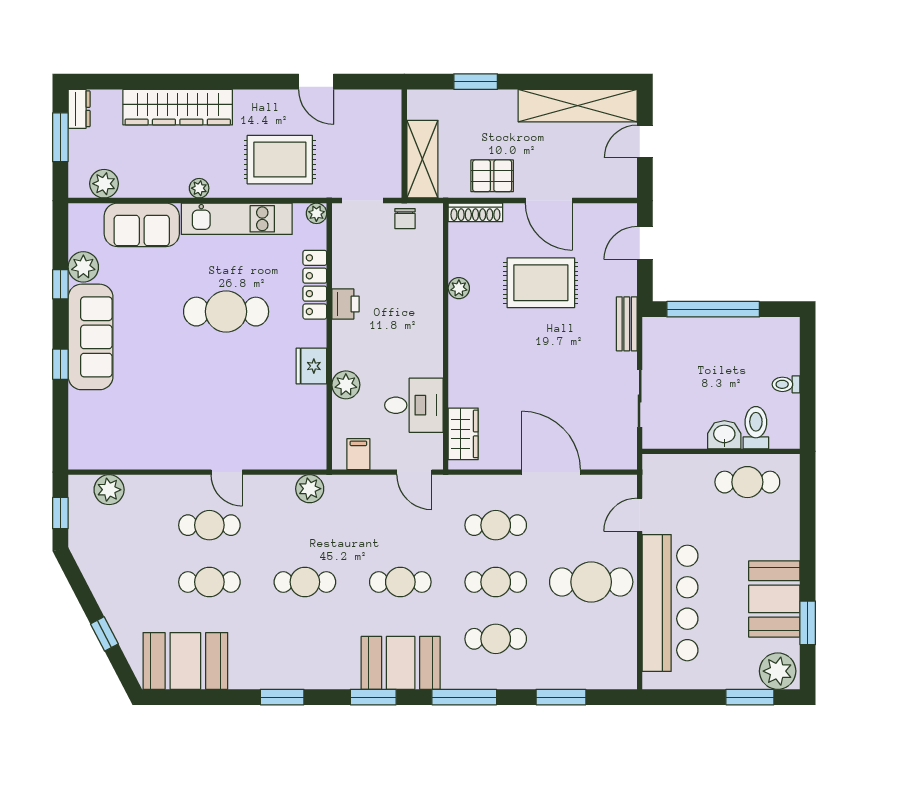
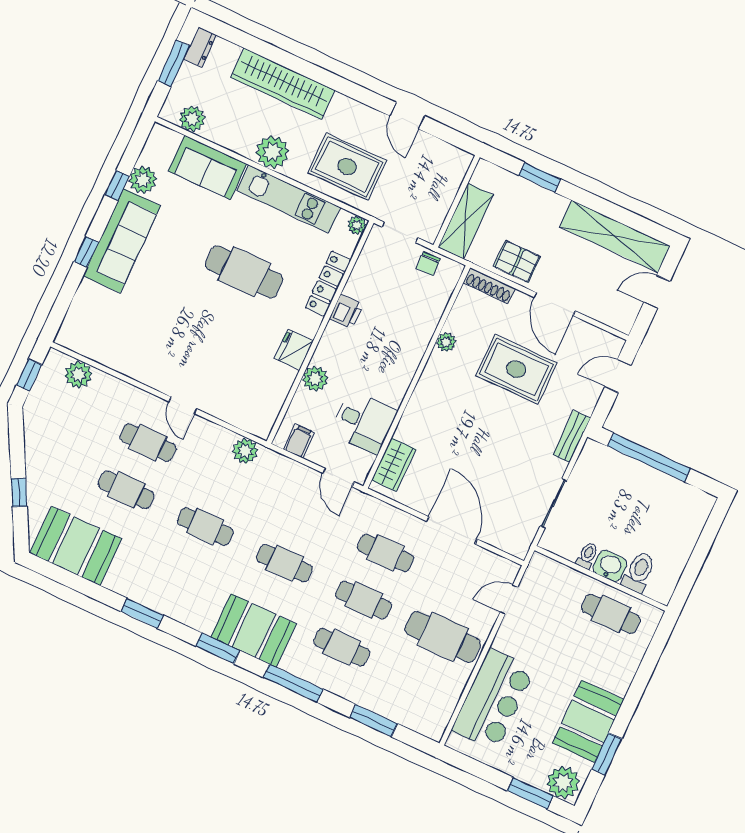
plant: (199, 188) -> (272, 152), width x1.87, depth x1.87
toilet: (786, 384) -> (587, 556), moved, turned 90
bar counter: (670, 603) -> (493, 700), width x0.73

